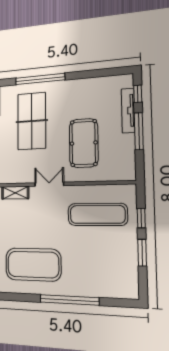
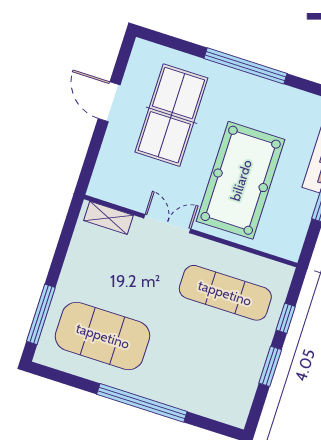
window: (40, 79) -> (245, 66), moved
pool table: (84, 143) -> (241, 180), width x1.36, depth x1.32

